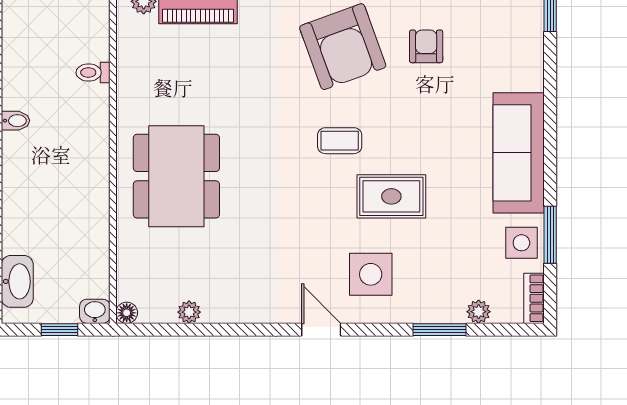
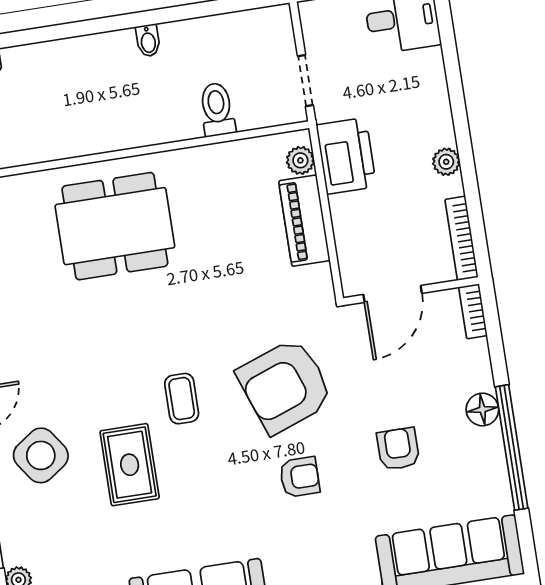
toilet: (93, 73) -> (217, 109), width x1.37, depth x1.39
side table: (371, 274) -> (41, 455), turned -35

